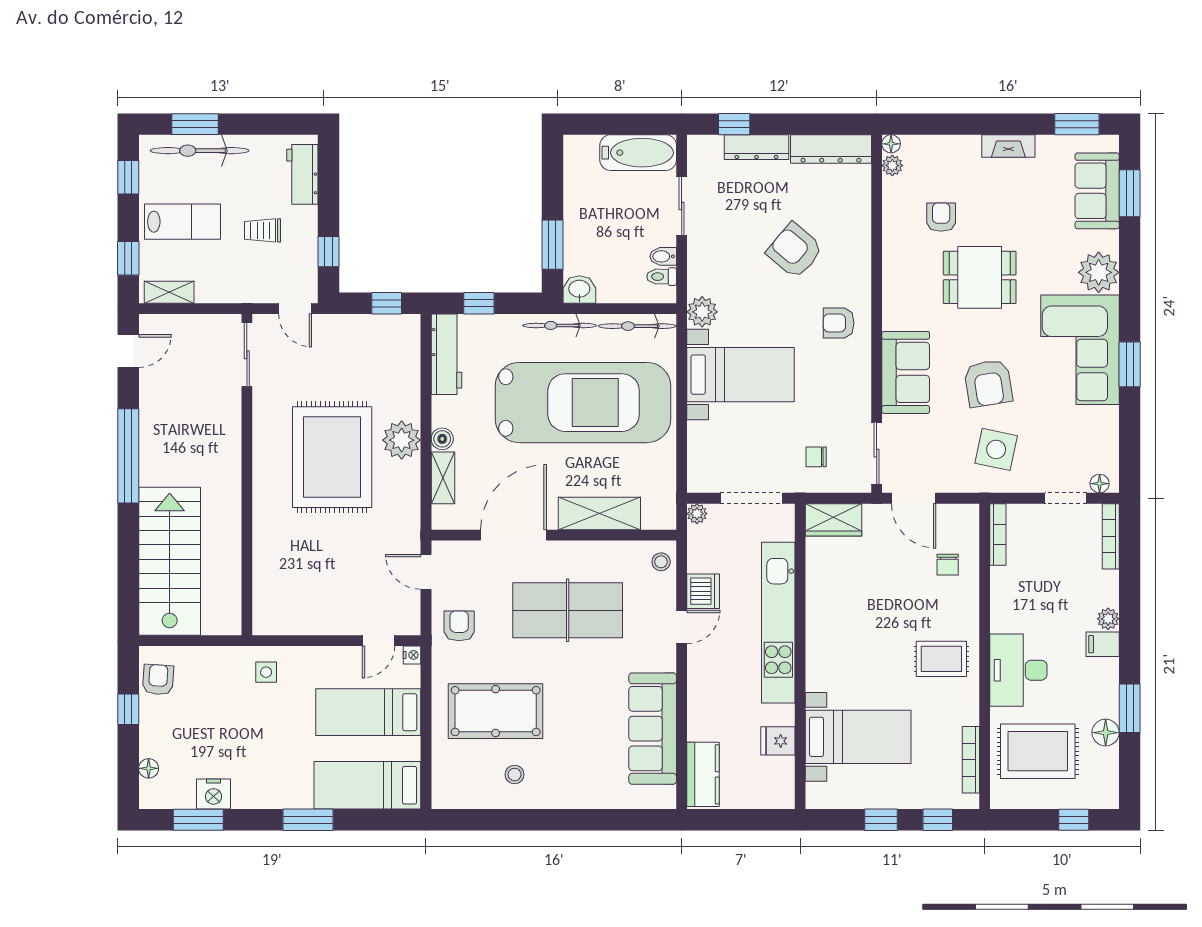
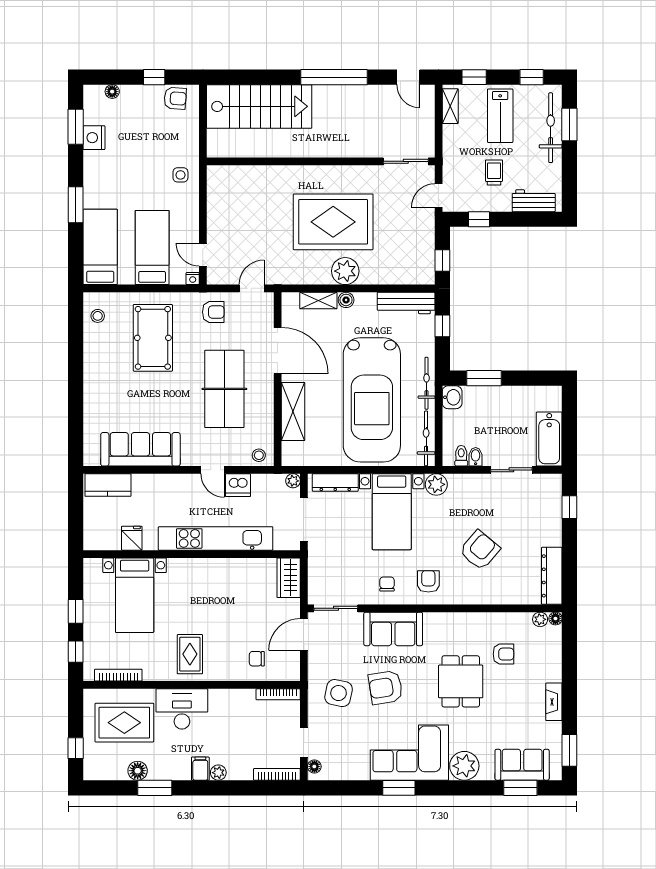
dresser: (756, 147) -> (335, 483), moved, turned -90
chair: (816, 457) -> (387, 584), moved
rug: (1038, 751) -> (124, 723), turned 90
stool: (515, 775) -> (98, 316), moved

